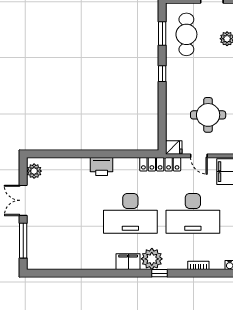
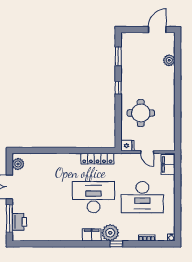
cafe table: (186, 34) -> (137, 57), removed
round table: (208, 115) -> (141, 113), moved
locker: (160, 164) -> (97, 159), moved
printer: (102, 166) -> (19, 222), moved, turned -90
desk: (130, 213) -> (94, 197), turned 180

